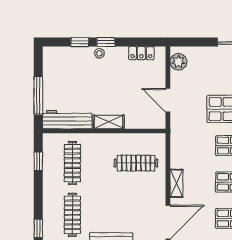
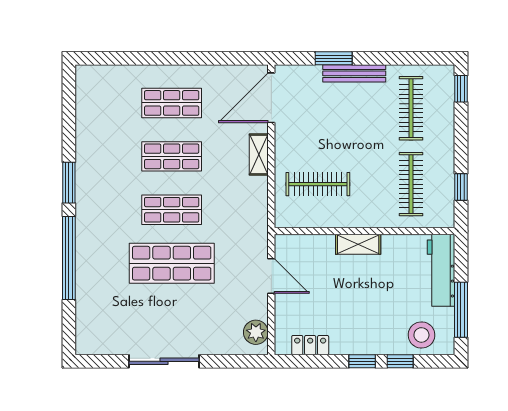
stool: (99, 53) -> (421, 335), moved, width x1.89, depth x1.89
window: (38, 95) -> (461, 310), moved
workbench: (67, 120) -> (441, 270), moved, turned 90

